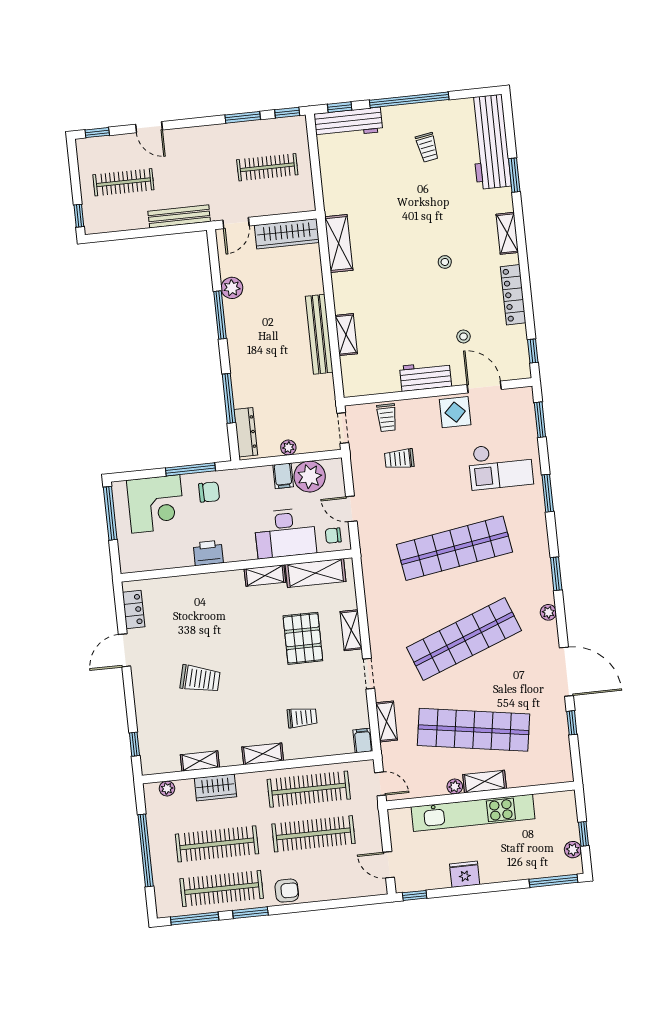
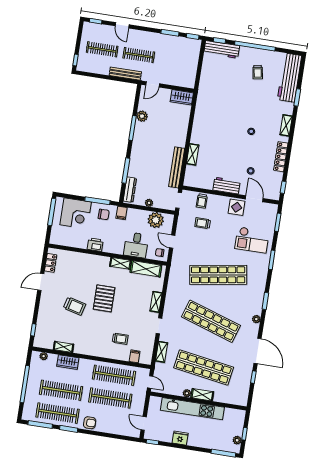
clothes rail: (267, 167) -> (139, 55), moved
wardrobe: (287, 234) -> (182, 97), width x0.67
shelving: (339, 244) -> (201, 108), removed
bench: (319, 334) -> (177, 167), moved
filing cabinet: (283, 476) -> (122, 213), moved
desk: (285, 533) -> (136, 245), width x0.73
pallet: (303, 638) -> (104, 298), moved
shop shelf: (464, 639) -> (211, 321), turned 39
filing cabinet: (363, 741) -> (135, 356), moved
shelving: (263, 754) -> (96, 352), removed

